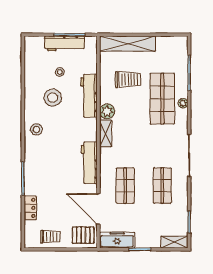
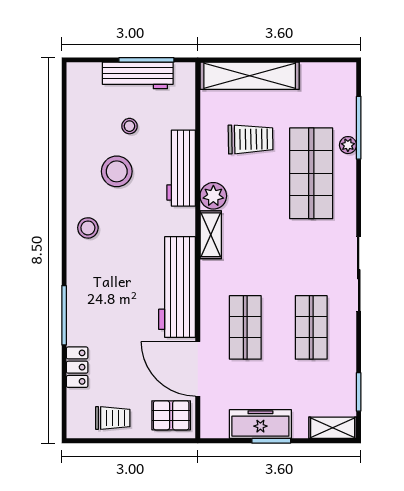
plant: (183, 103) -> (348, 145), moved
workbench: (89, 163) -> (177, 287), width x1.36, depth x1.32
freezer: (117, 240) -> (260, 424), moved

